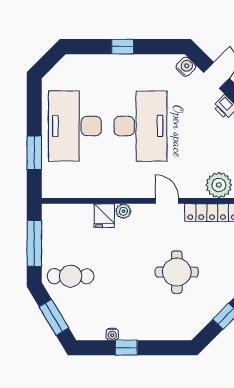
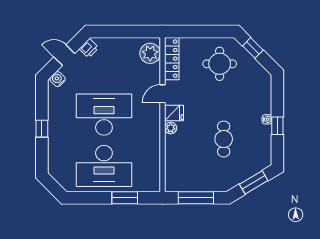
fridge: (104, 216) -> (174, 113), moved
round table: (177, 272) -> (220, 64), moved
cafe table: (71, 276) -> (224, 139), moved
water cooler: (112, 334) -> (267, 119), moved

